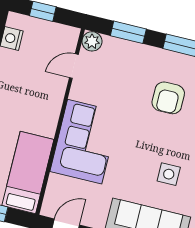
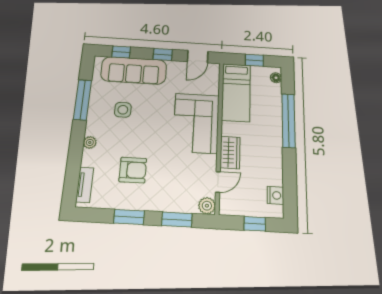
wardrobe: (52, 98) -> (230, 152), added
armchair: (168, 98) -> (133, 170), turned 90

